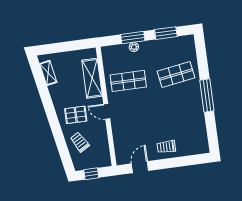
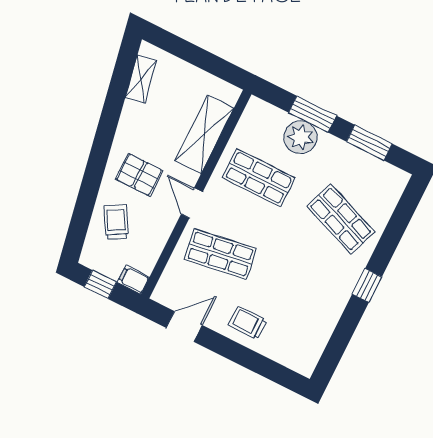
plant: (134, 47) -> (301, 137), width x1.88, depth x1.88
shop shelf: (176, 74) -> (341, 219), turned 30
window: (207, 96) -> (367, 285), width x0.46
shop shelf: (134, 125) -> (220, 254), added
filing cabinet: (104, 162) -> (133, 280), added

